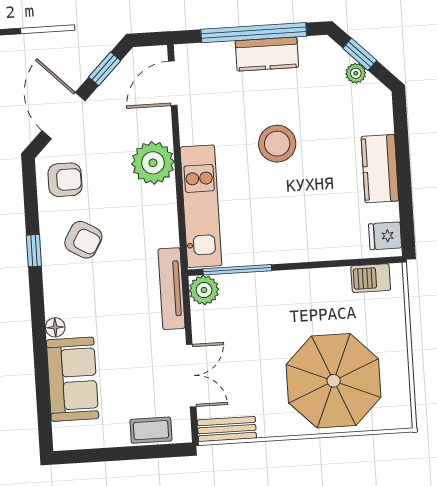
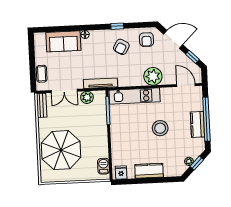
plant: (204, 290) -> (87, 97), moved

